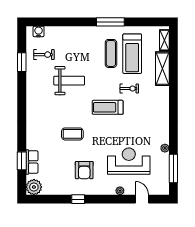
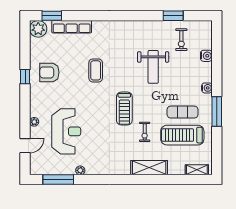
water cooler: (39, 31) -> (206, 56), moved
water cooler: (89, 31) -> (207, 88), added
shelving: (162, 69) -> (149, 168), moved
treadmill: (108, 107) -> (124, 109), turned 180
window: (22, 161) -> (52, 16), moved
row of seats: (32, 162) -> (72, 27), width x1.48
armchair: (84, 170) -> (49, 72), moved

